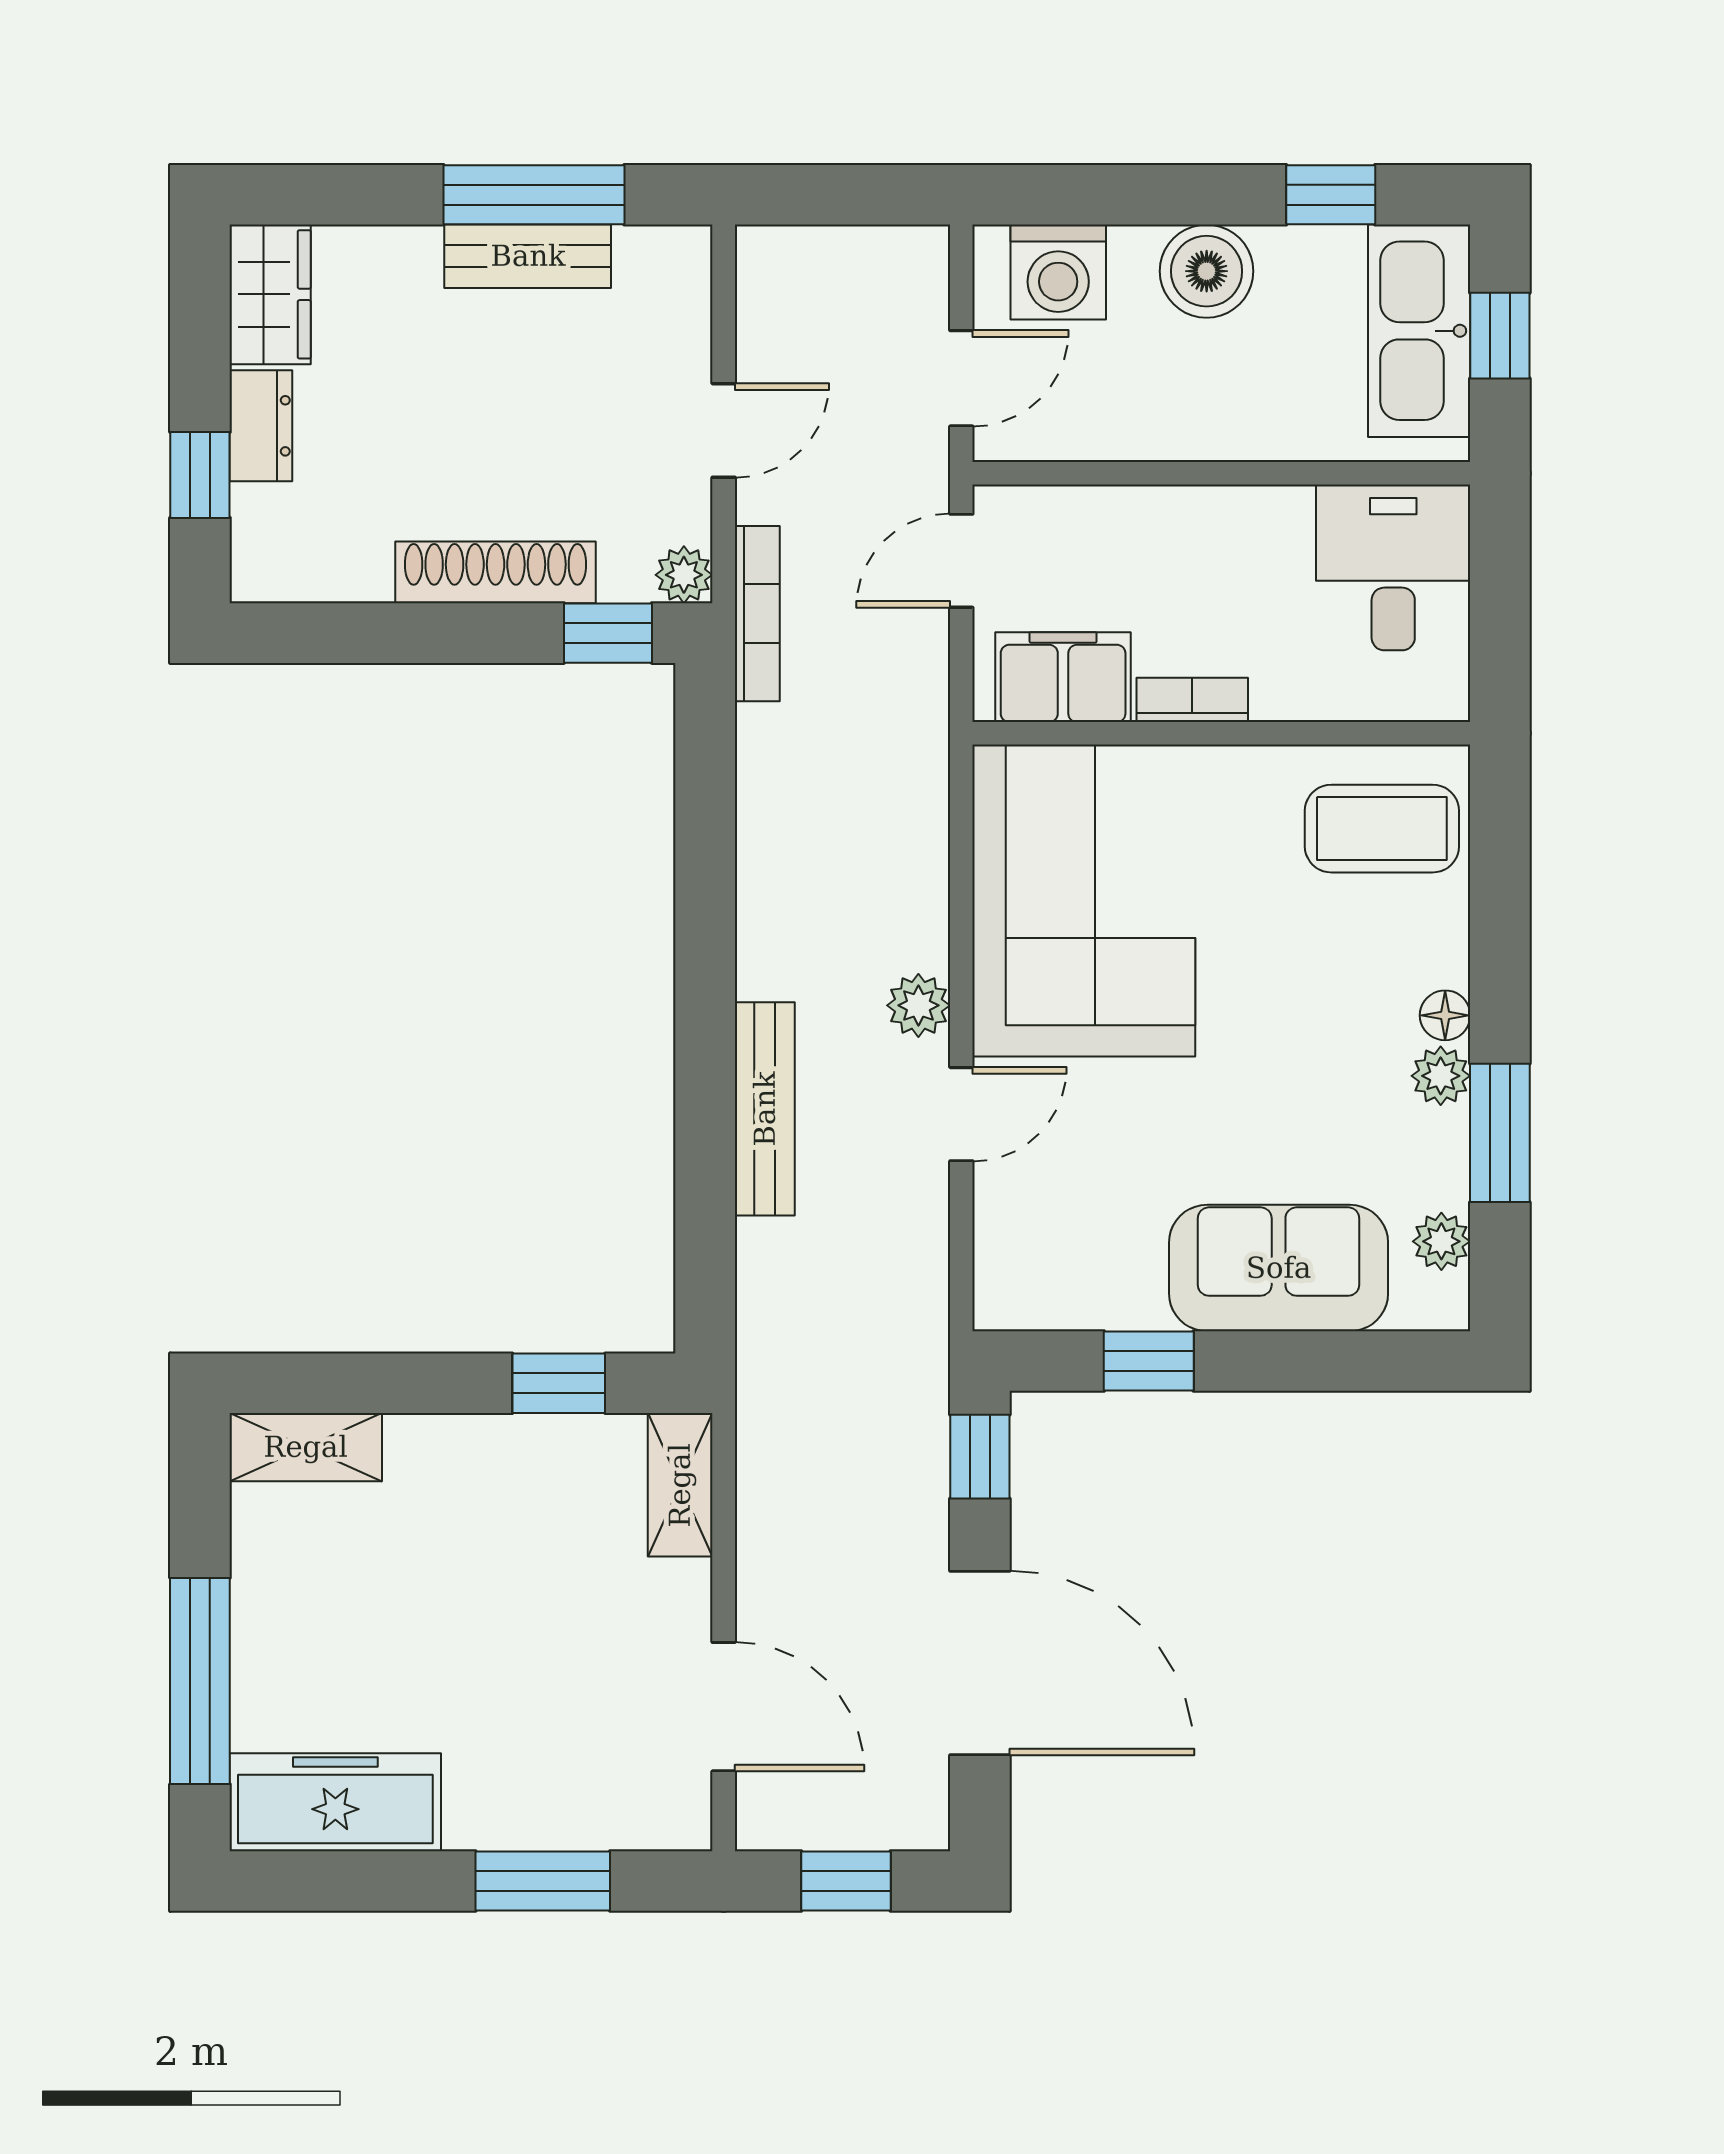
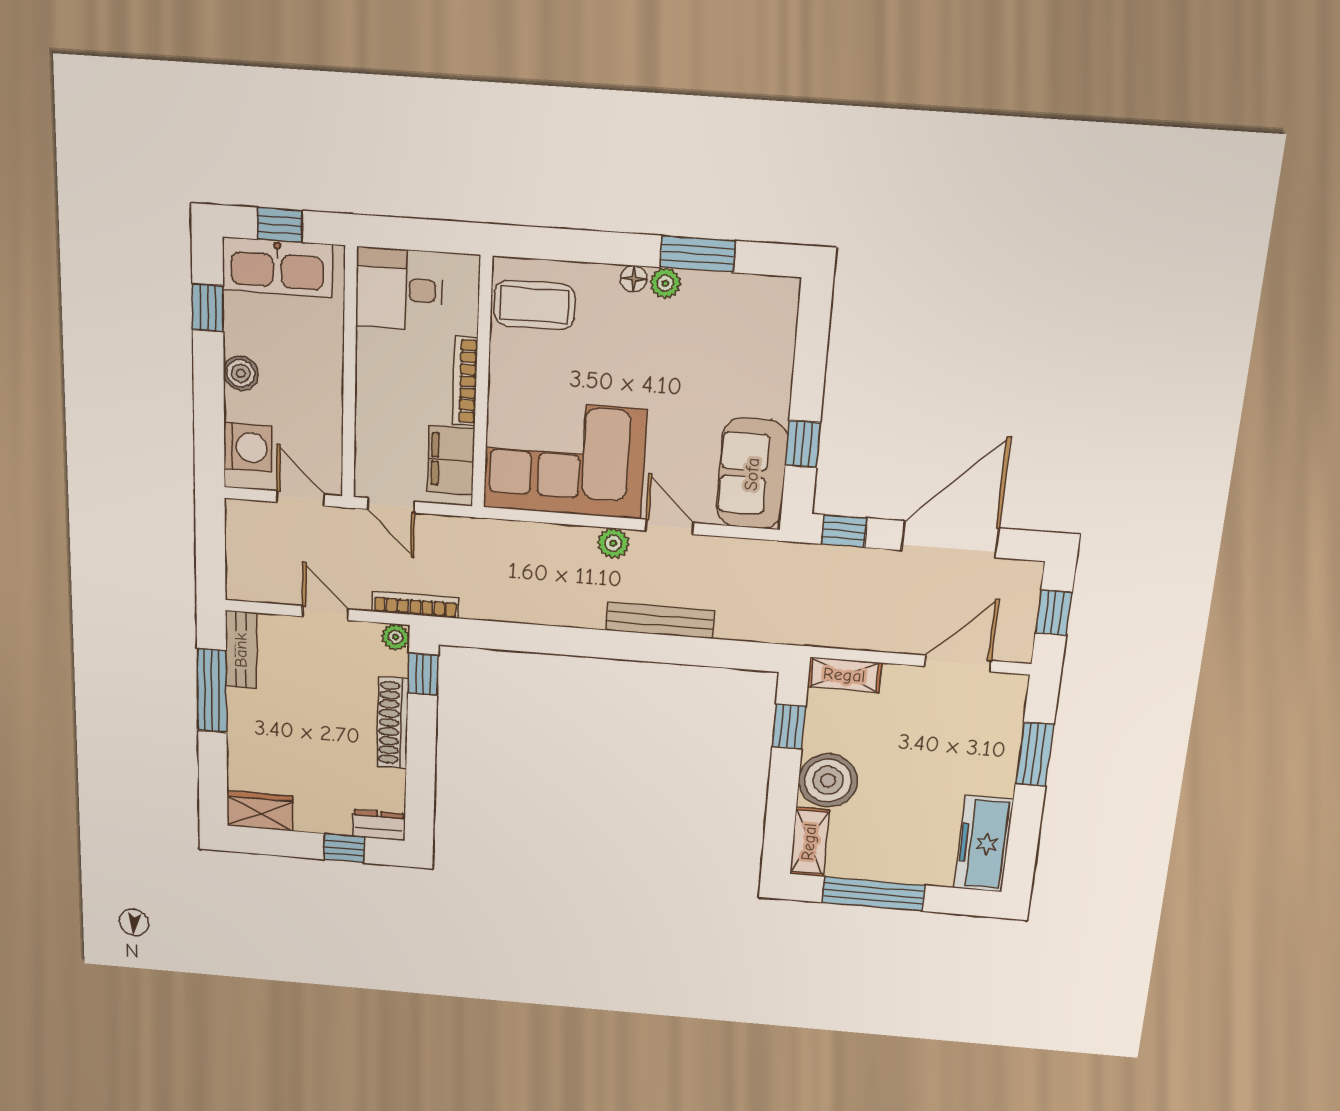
bench: (528, 256) -> (241, 650), moved
boiler: (1207, 271) -> (241, 373), width x0.73, depth x0.73
dresser: (261, 426) -> (379, 825), moved
bookcase: (1192, 700) -> (465, 381), width x1.56
coffee table: (1382, 829) -> (534, 305), turned 90
plant: (1441, 1241) -> (753, 289), removed
sofa: (1279, 1268) -> (752, 474), moved
boiler: (447, 1473) -> (828, 780), added
window: (200, 1681) -> (874, 894), moved

